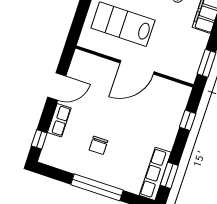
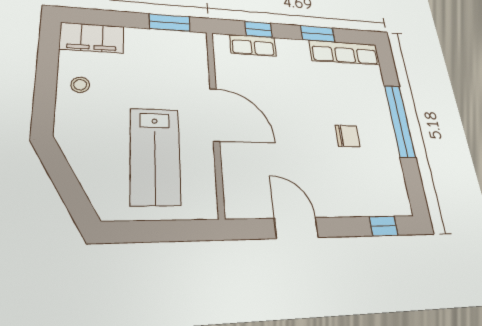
row of seats: (59, 120) -> (253, 45), moved, turned 180
window: (169, 175) -> (318, 34), moved

